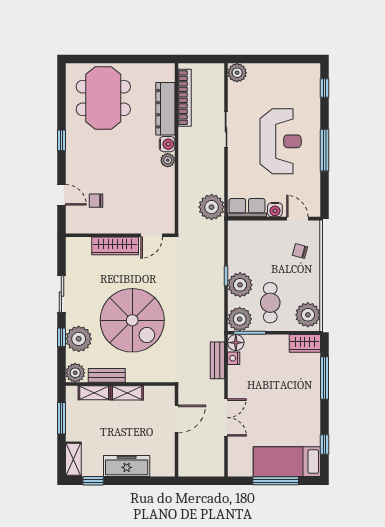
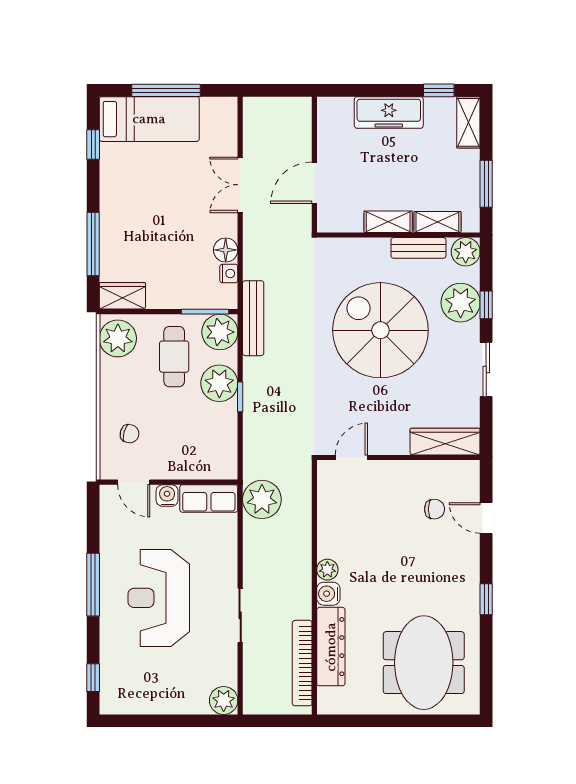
wardrobe: (115, 246) -> (445, 442), moved
floor lamp: (236, 343) -> (226, 250), moved
bench: (217, 360) -> (253, 318), moved, width x1.36

